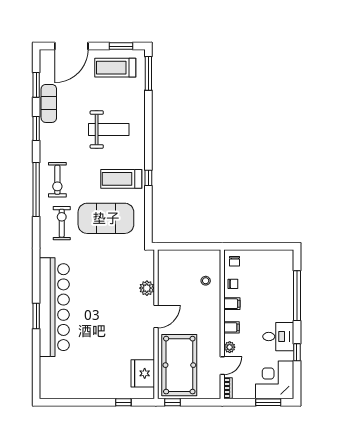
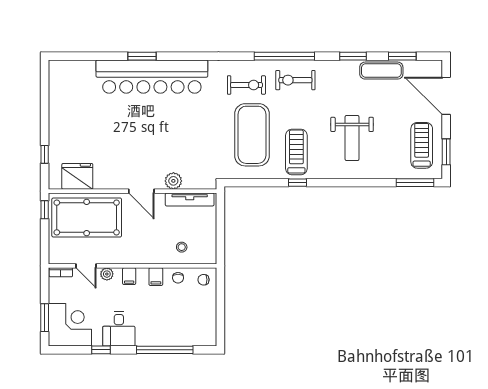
tv unit: (163, 274) -> (190, 200), added

